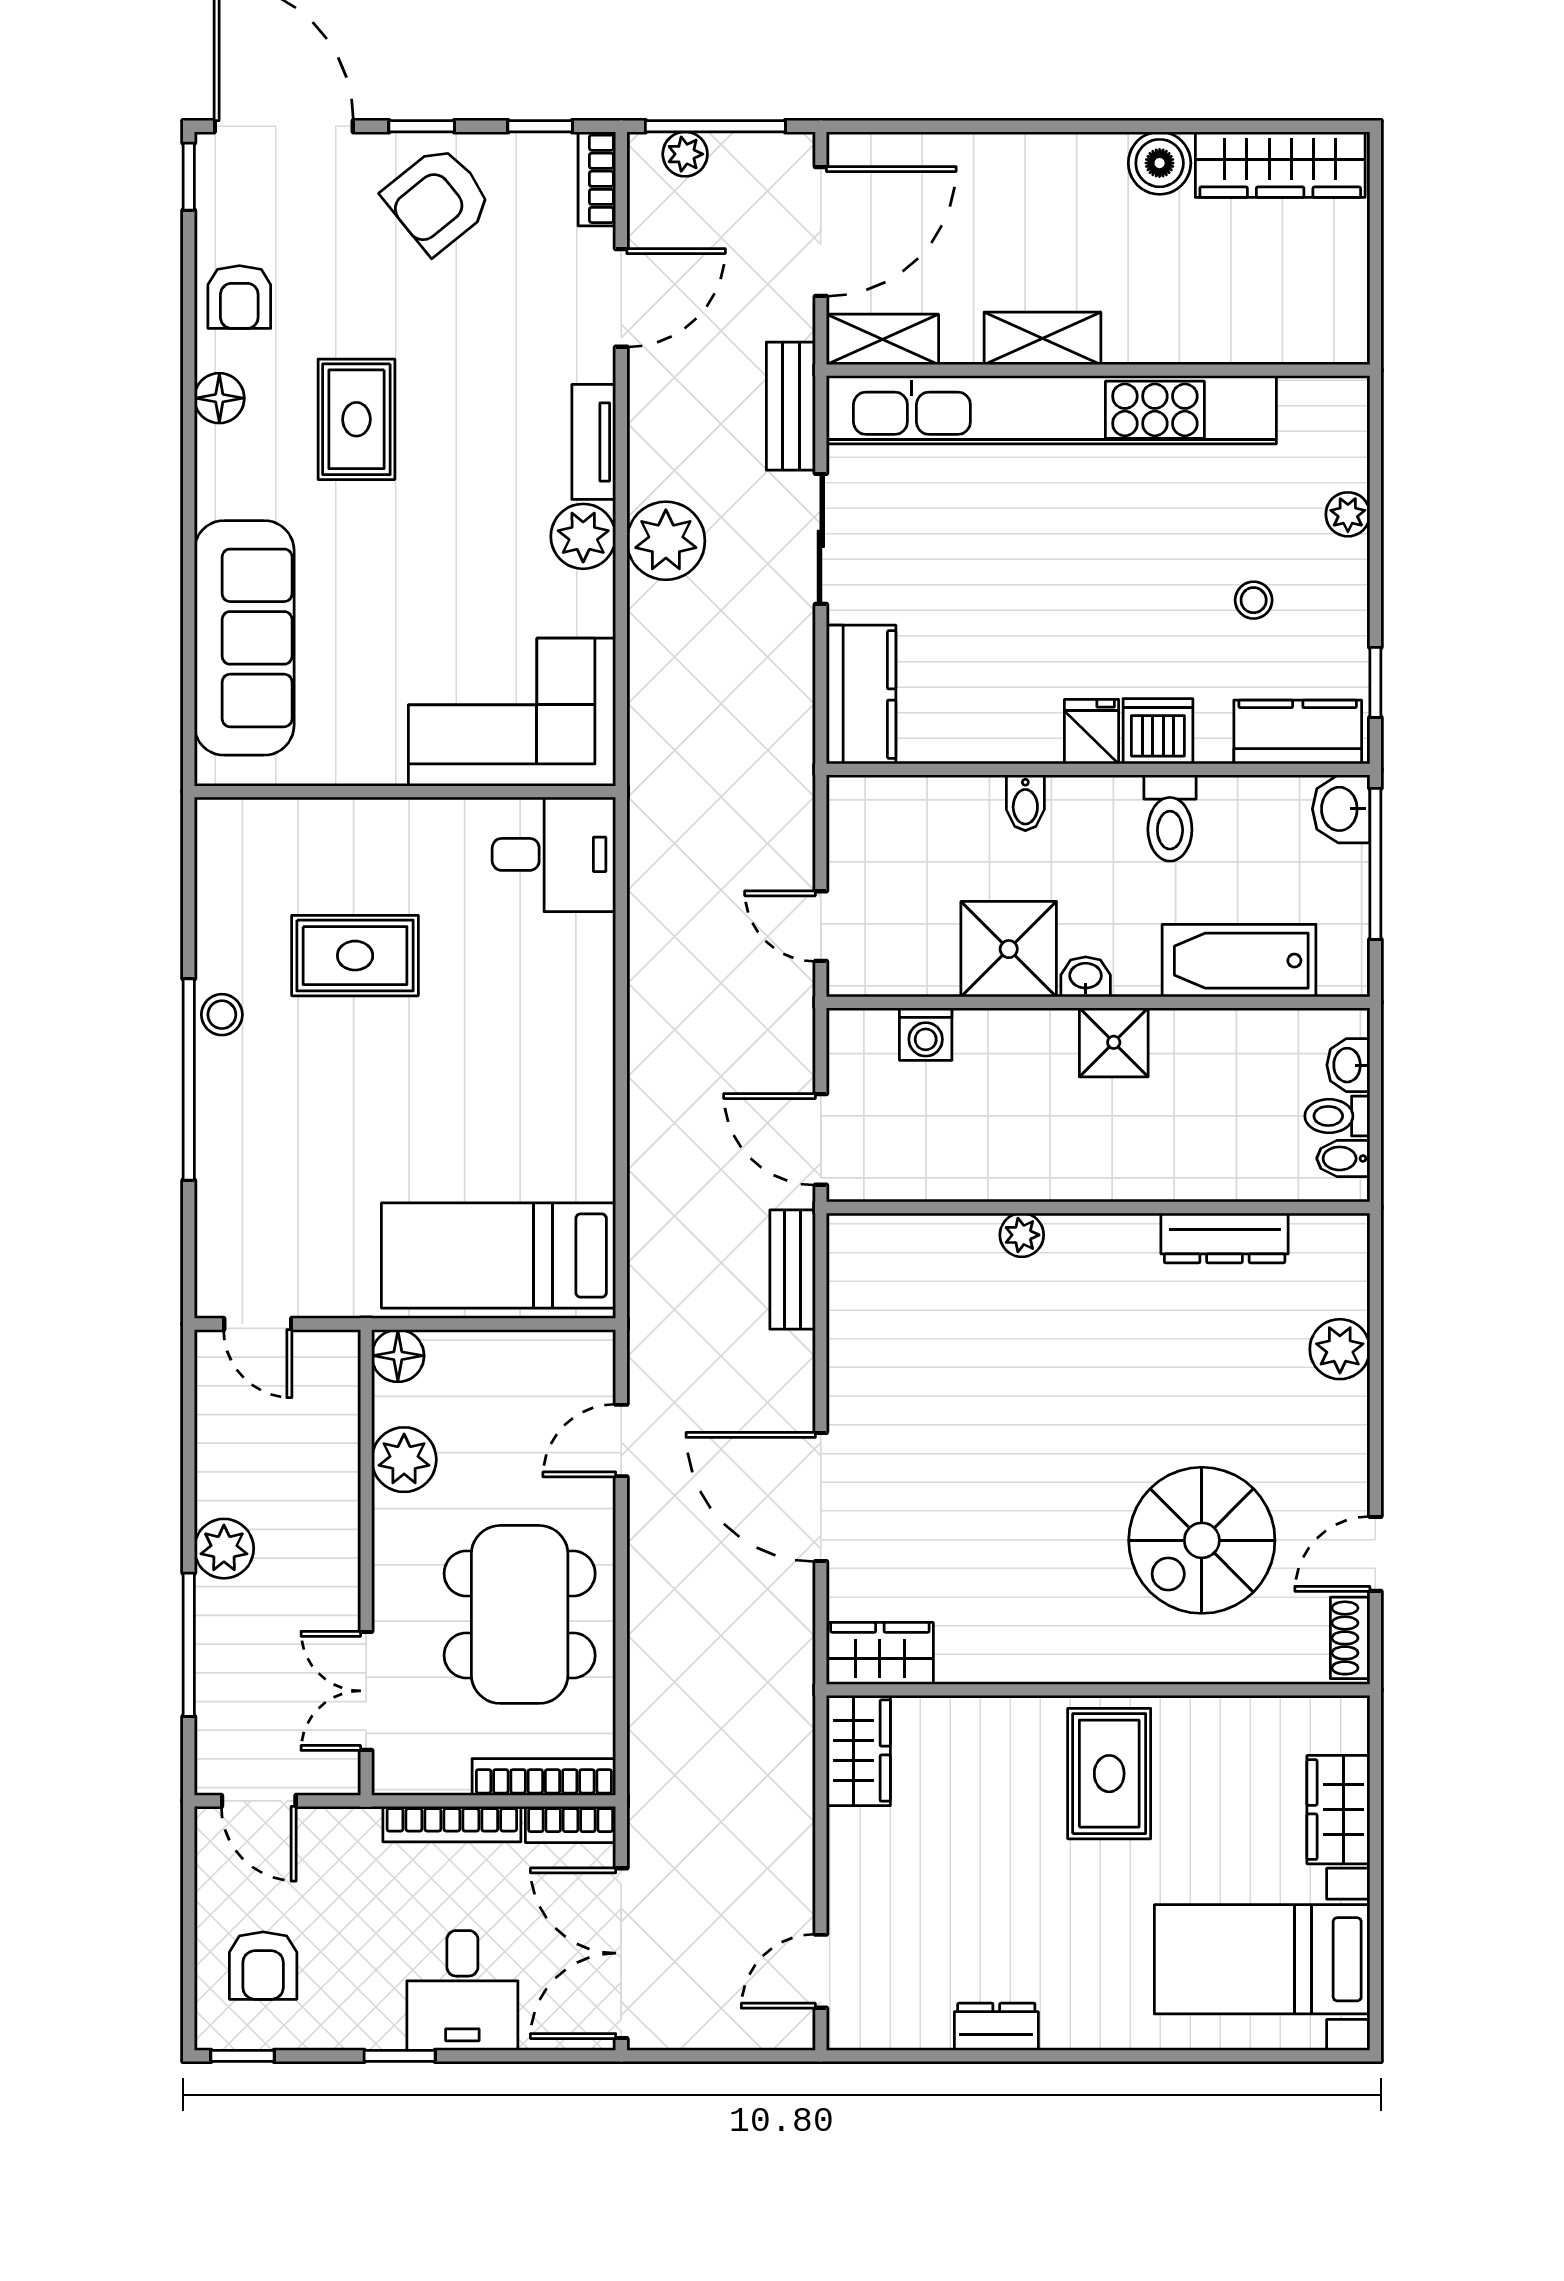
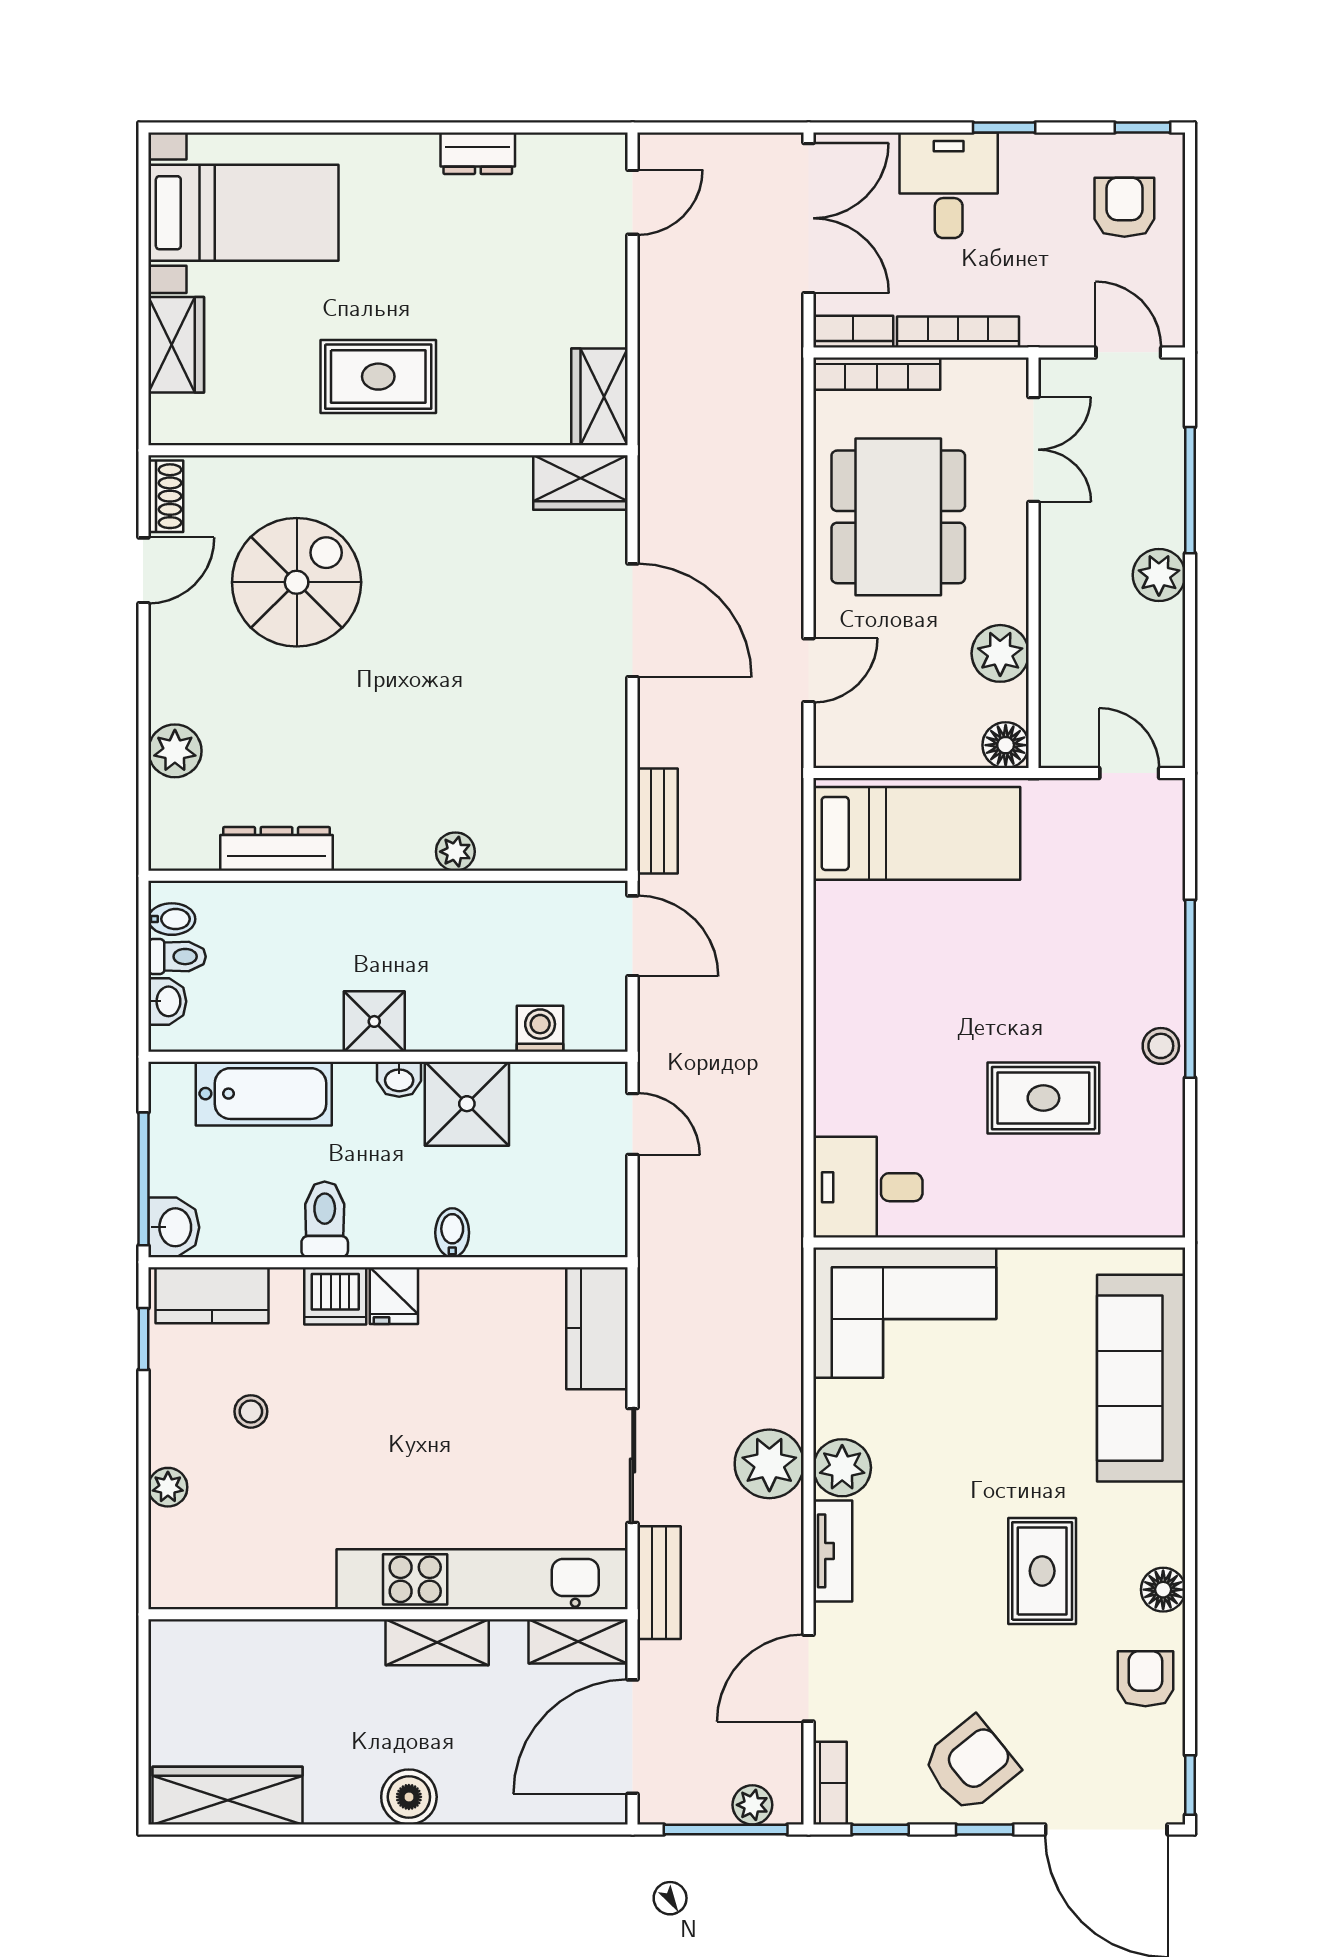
boiler: (1160, 163) -> (409, 1797), moved
kitchen unit: (1051, 410) -> (482, 1579), width x0.73
rug: (1109, 1774) -> (378, 377), turned 90

